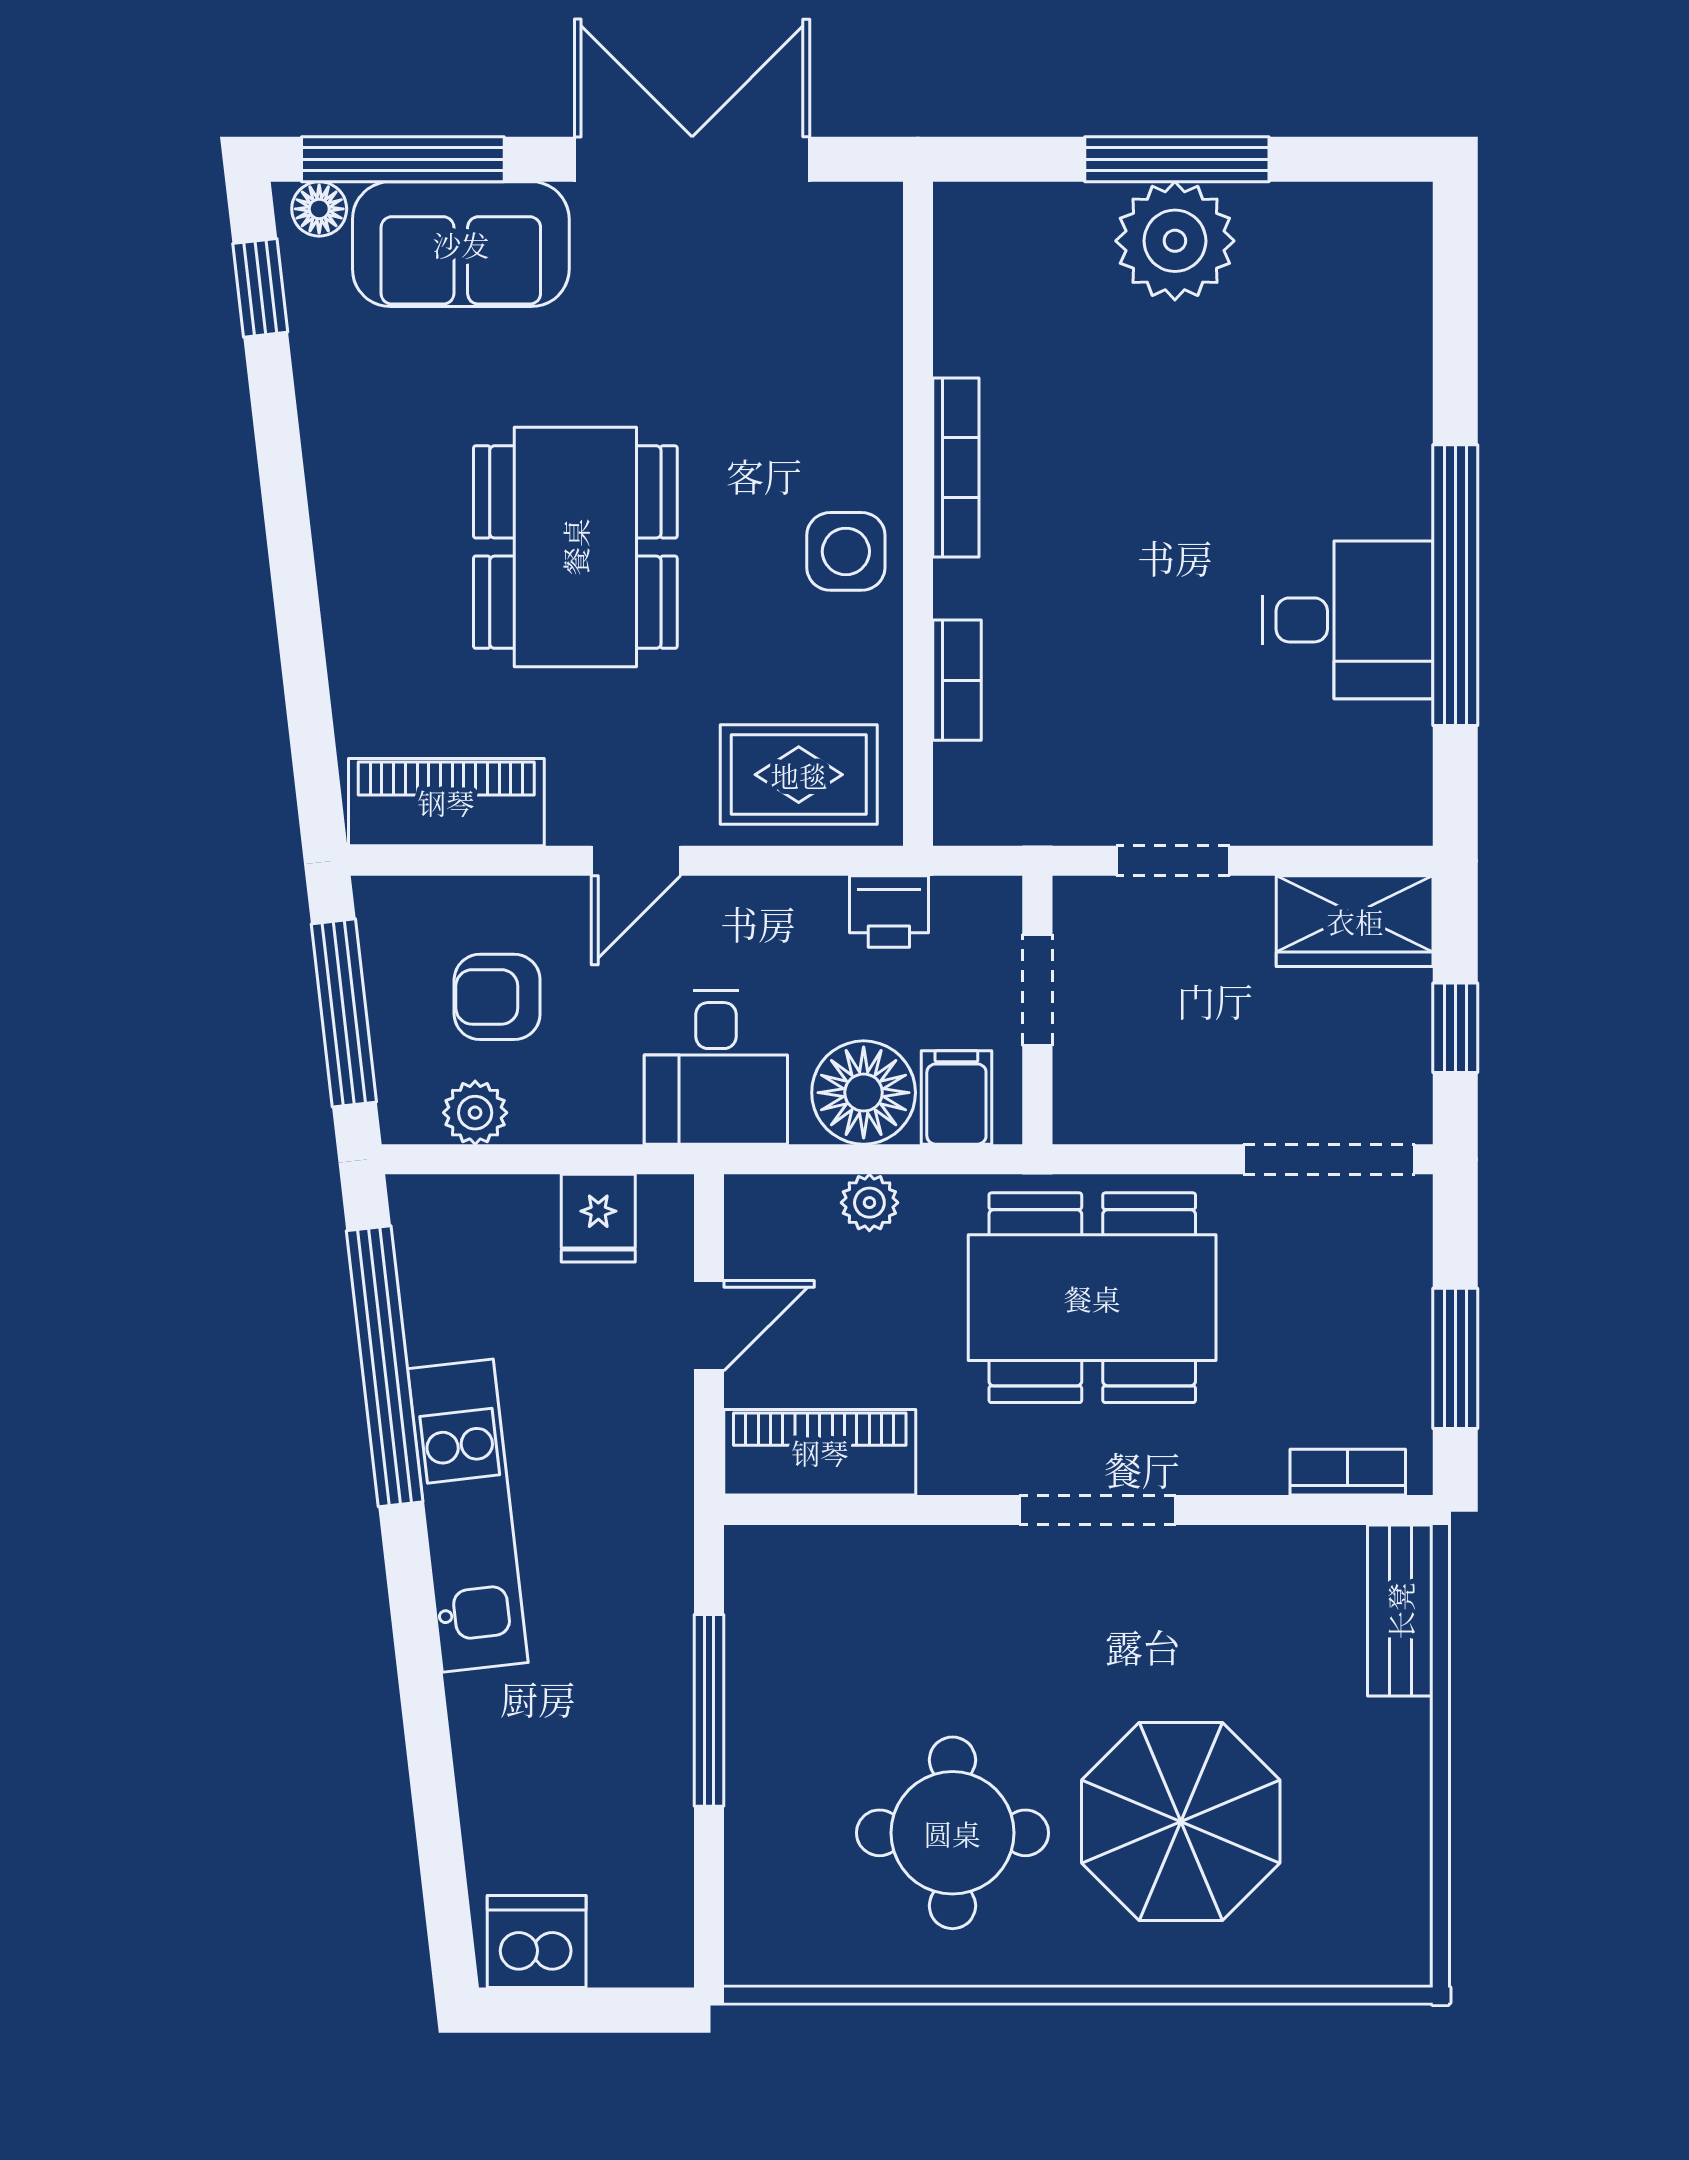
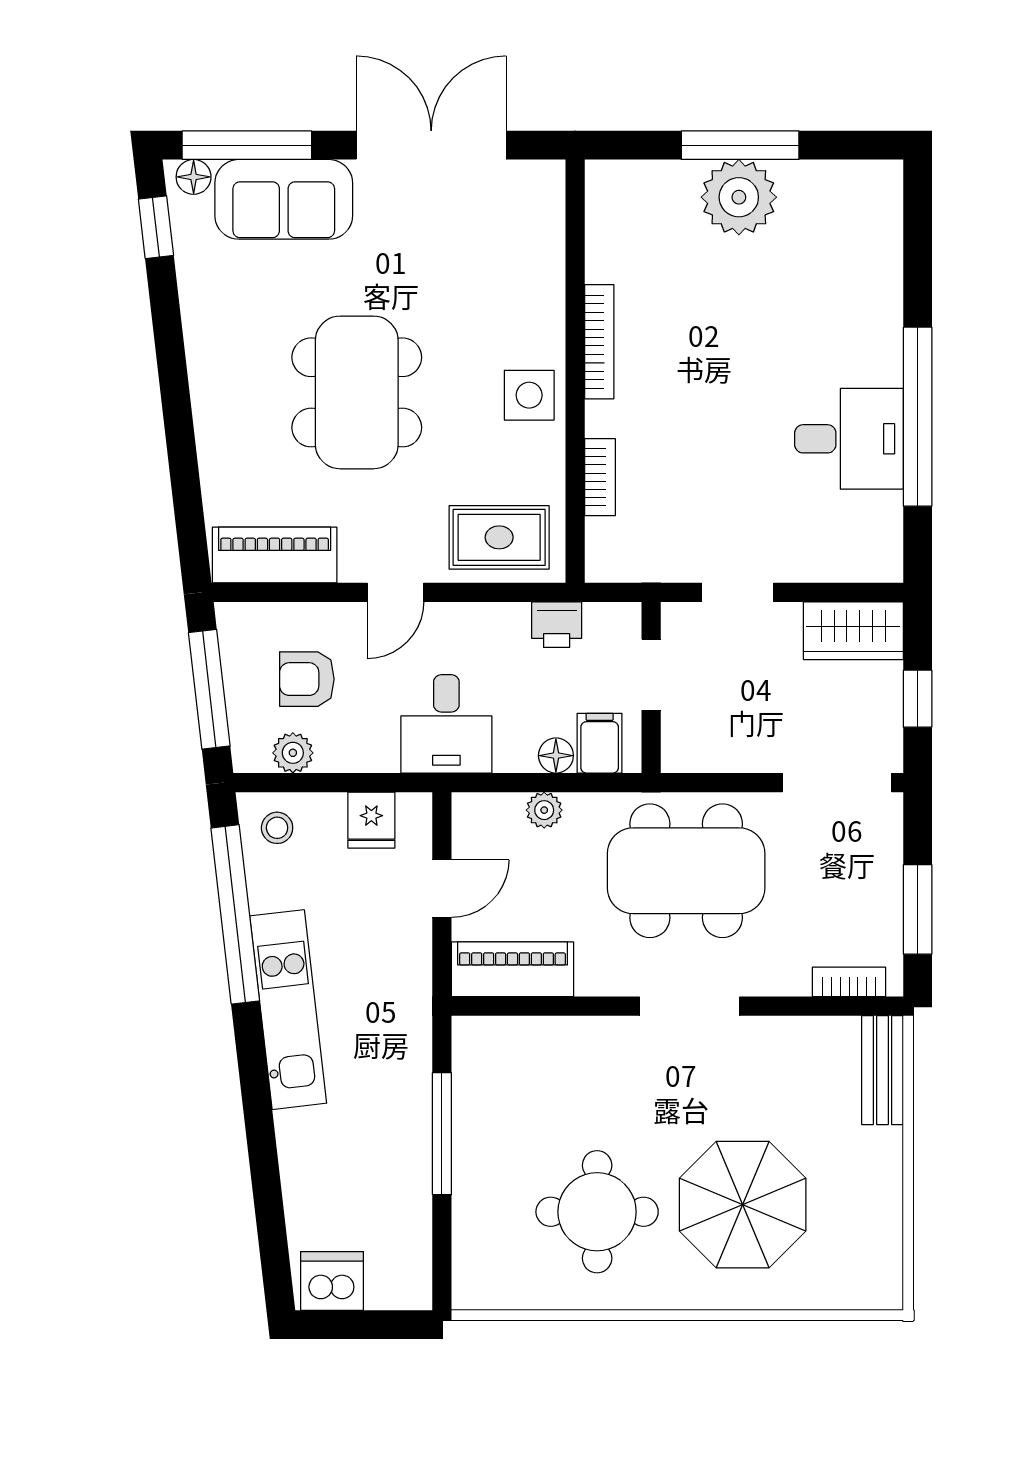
floor lamp: (864, 1093) -> (556, 756), width x0.53, depth x0.53
stool: (450, 1230) -> (277, 828), added

